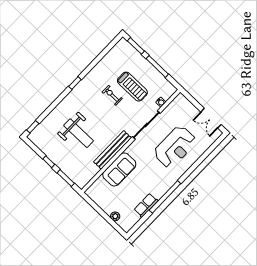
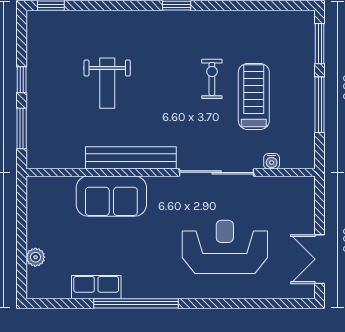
treadmill: (132, 87) -> (254, 97), turned 180
weight bench: (79, 133) -> (107, 83), width x0.73, depth x0.75
reception desk: (175, 147) -> (225, 247), turned 180

